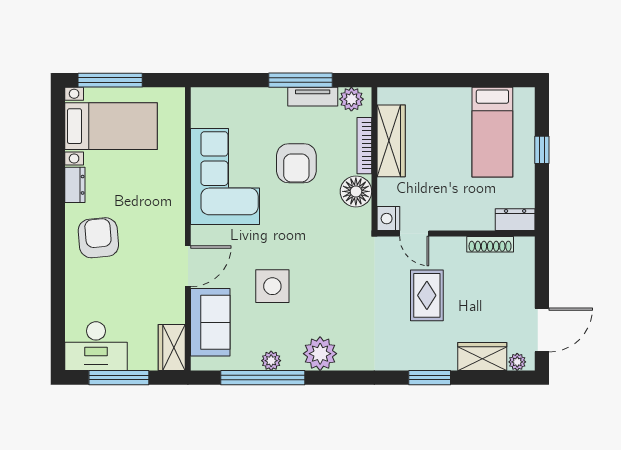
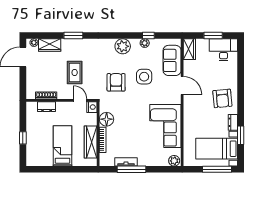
plant: (351, 99) -> (174, 161), moved
bed: (492, 132) -> (63, 146), moved
window: (58, 156) -> (241, 135), added
armchair: (296, 163) -> (116, 82), moved
dresser: (515, 220) -> (47, 107), moved
door: (188, 266) -> (182, 86), swing flipped
window: (119, 378) -> (213, 36), width x0.69
window: (263, 378) -> (148, 36), width x0.32

